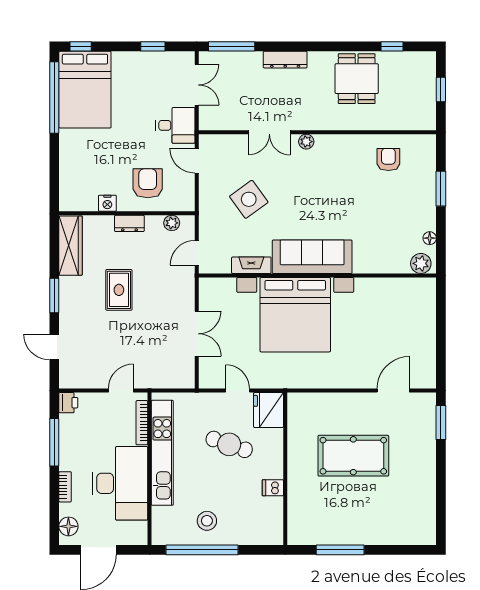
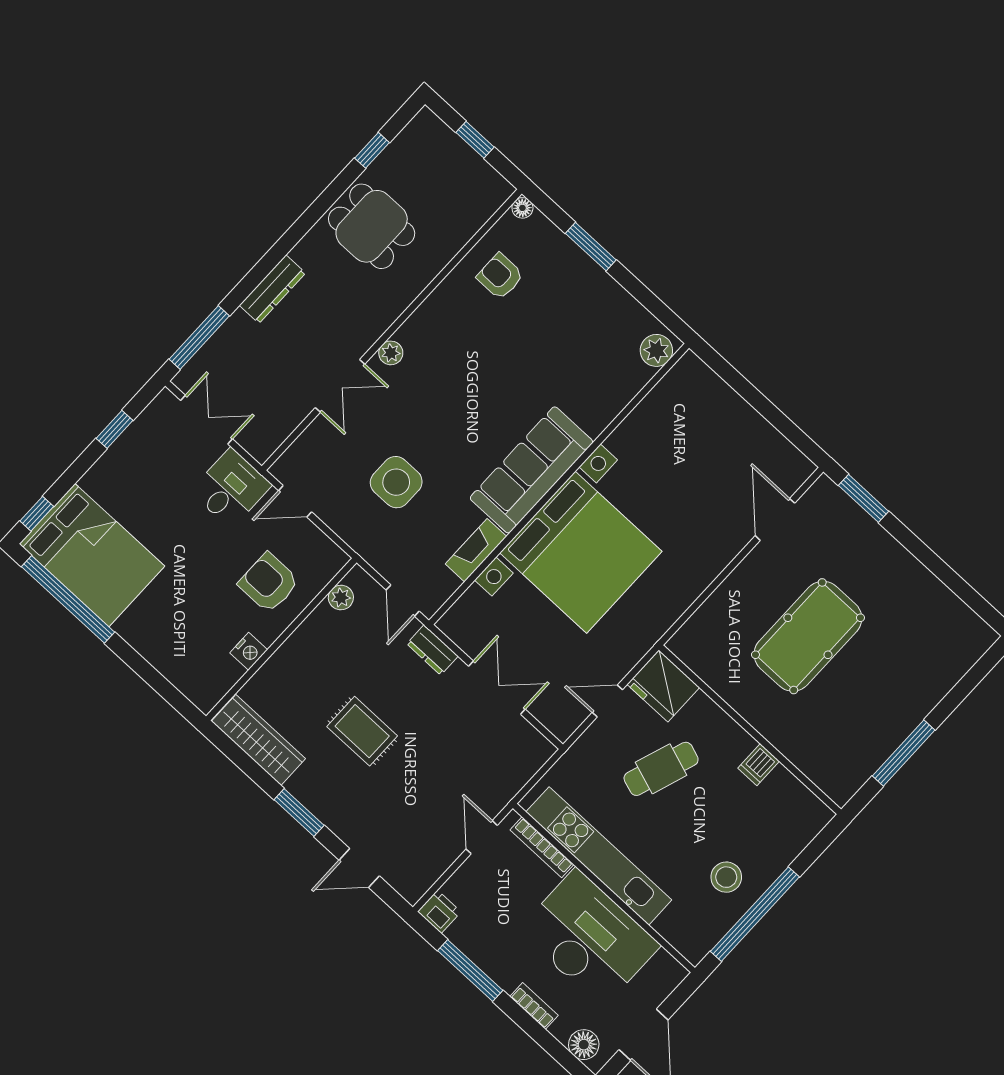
side table: (249, 199) -> (396, 482), turned 36
dresser: (129, 223) -> (432, 650), moved, turned 90
floor lamp: (430, 238) -> (522, 208), moved

